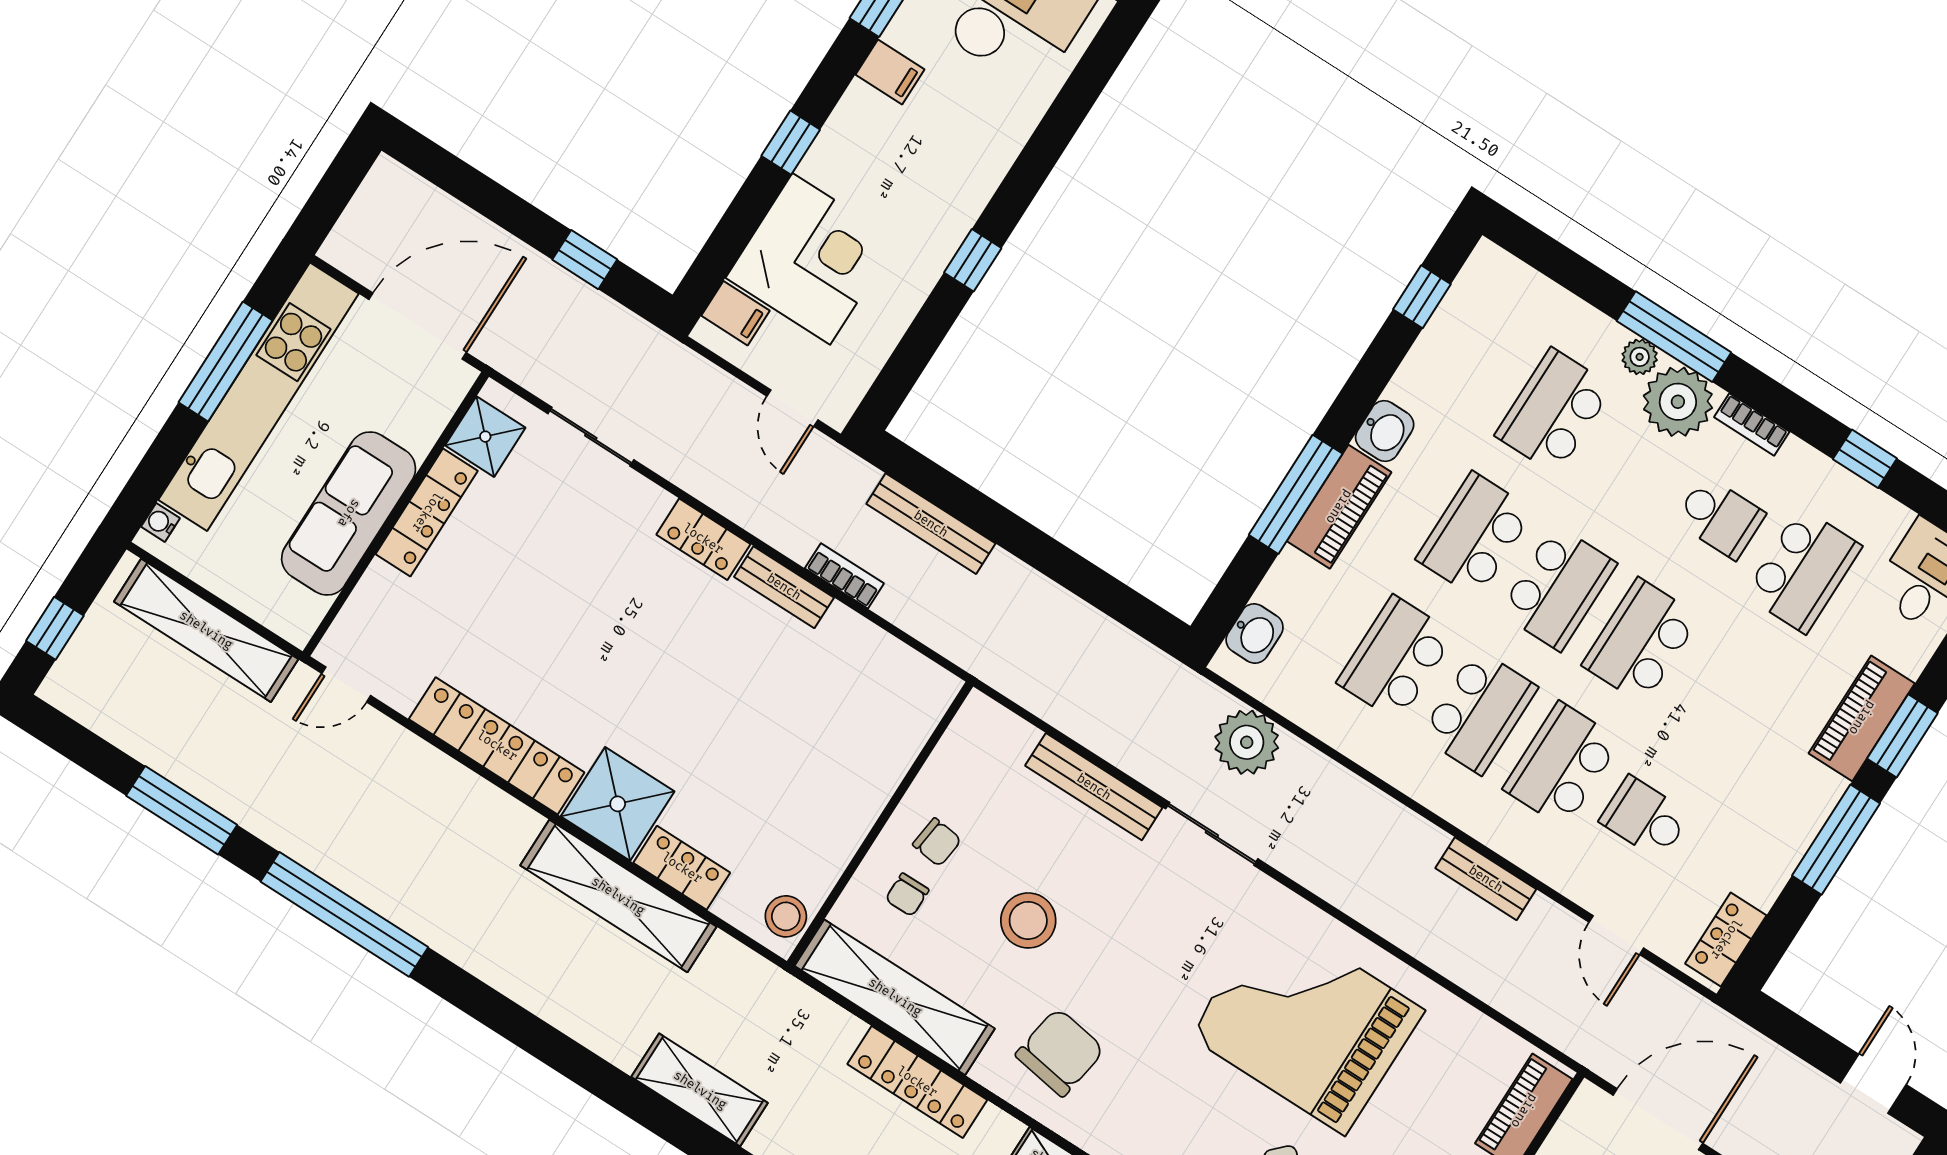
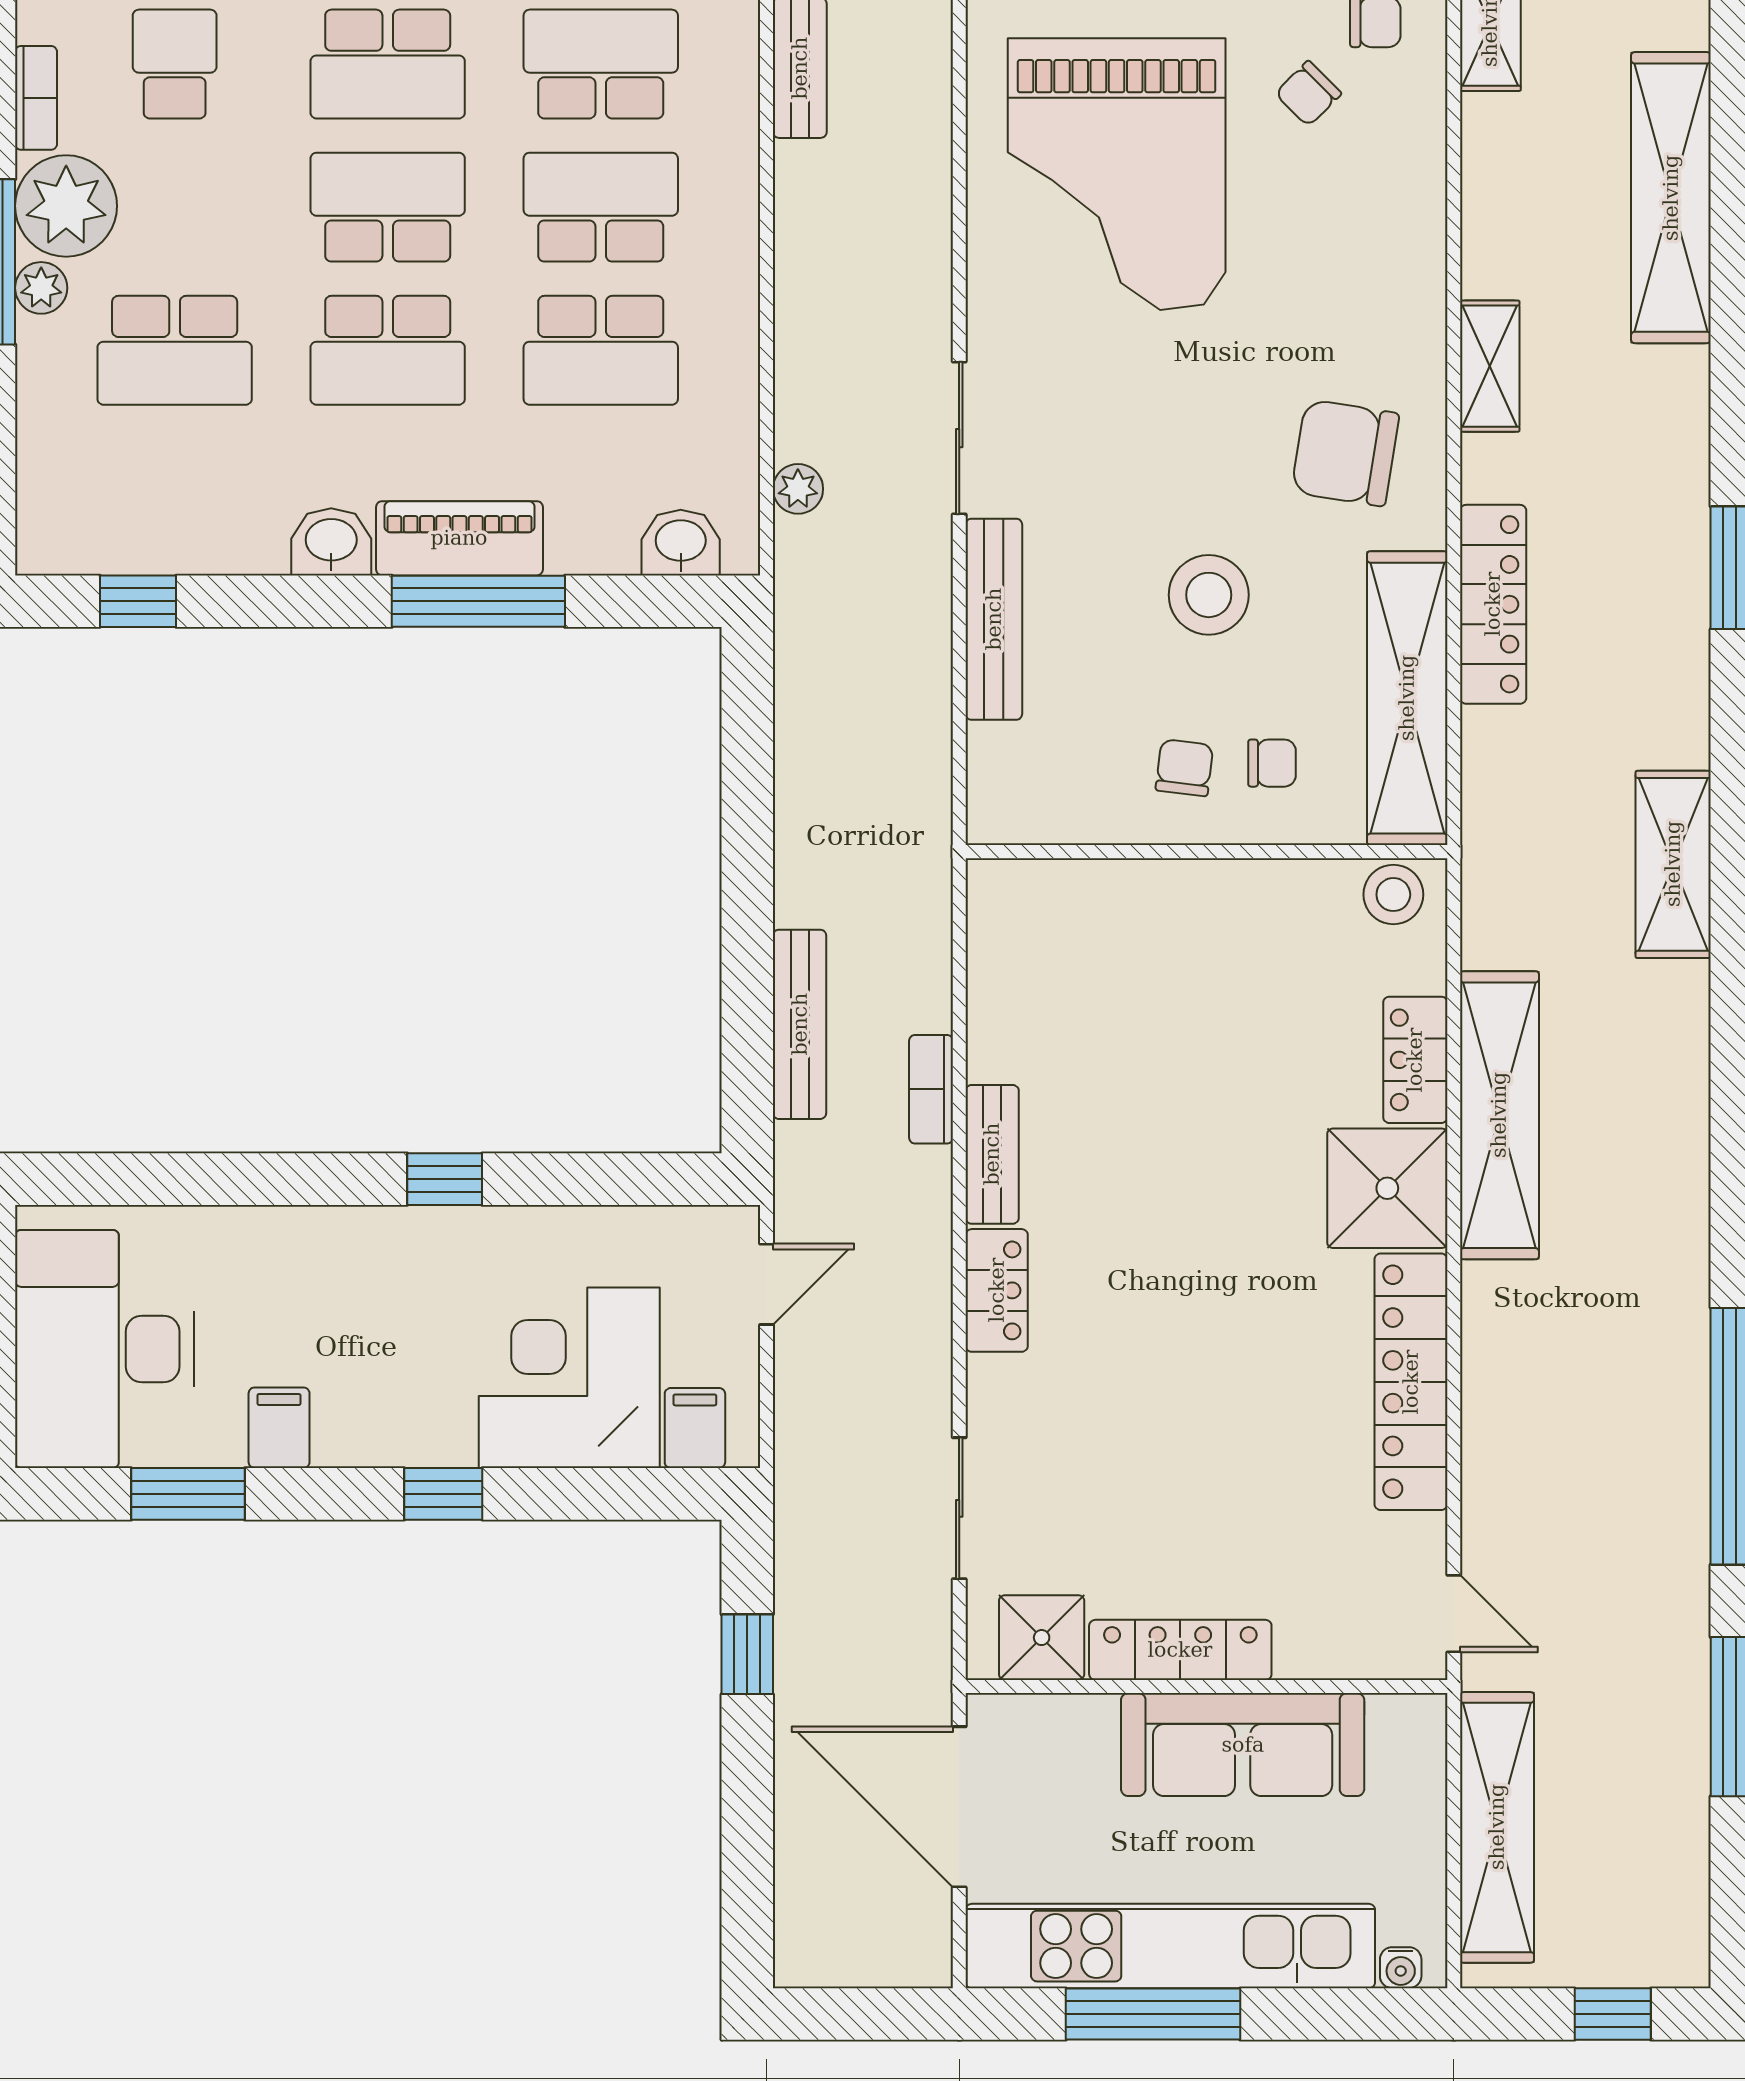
plant: (1247, 742) -> (798, 489), width x0.53, depth x0.53
school desk: (1562, 765) -> (601, 64), turned 180

